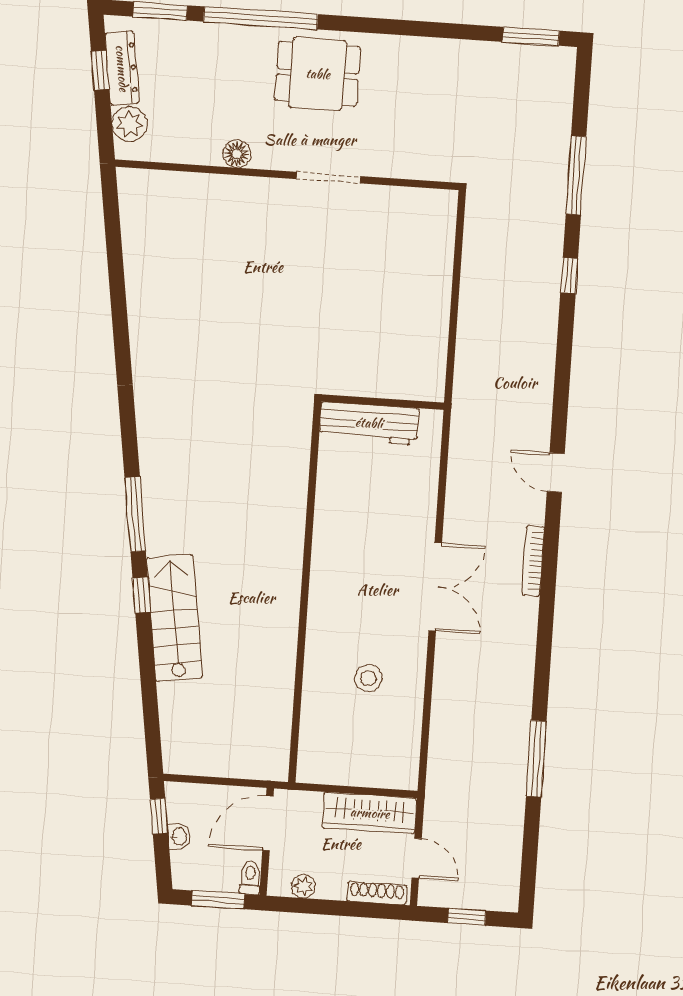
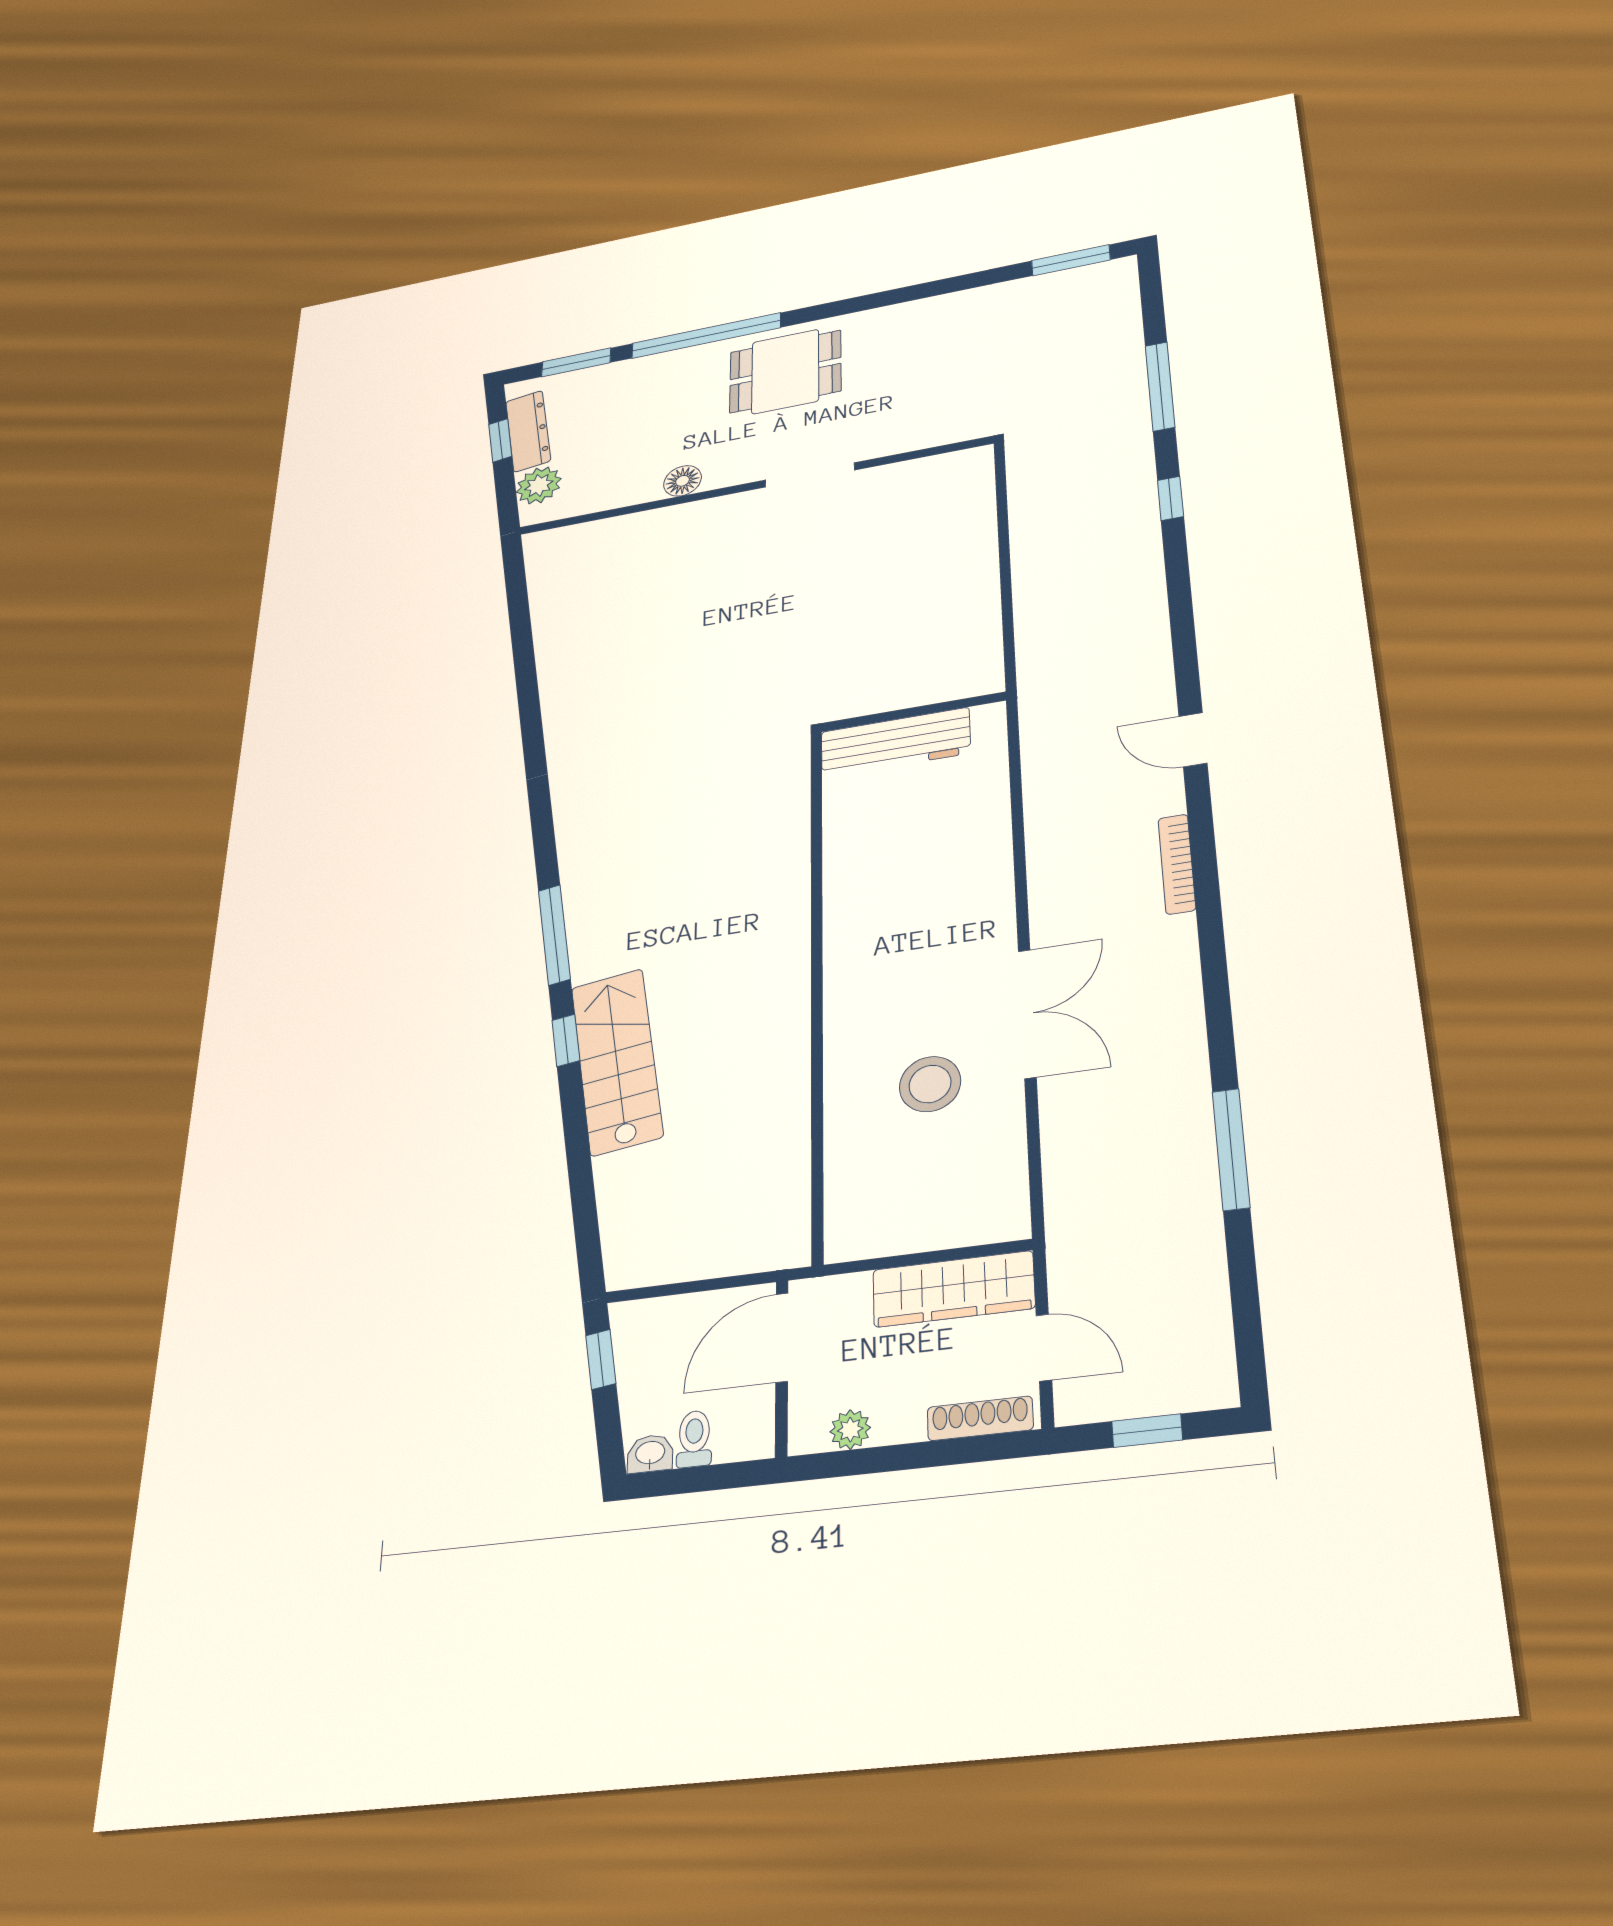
double door: (435, 587) -> (1027, 1013), moved
stool: (368, 678) -> (930, 1084), width x1.38, depth x1.38
washbasin: (179, 836) -> (650, 1454), moved, turned -82
toilet: (250, 878) -> (694, 1439), moved
window: (218, 900) -> (705, 1478), removed

